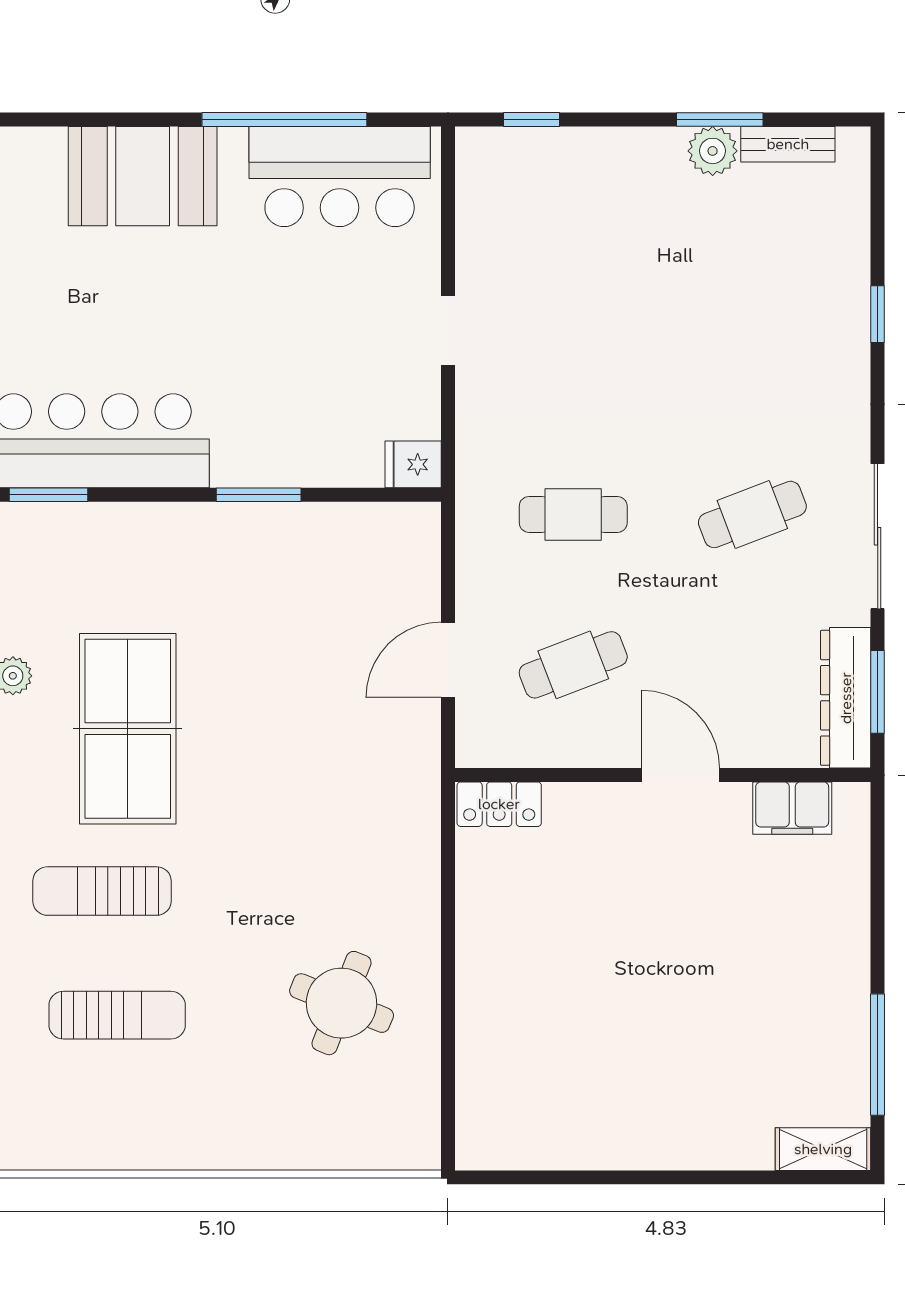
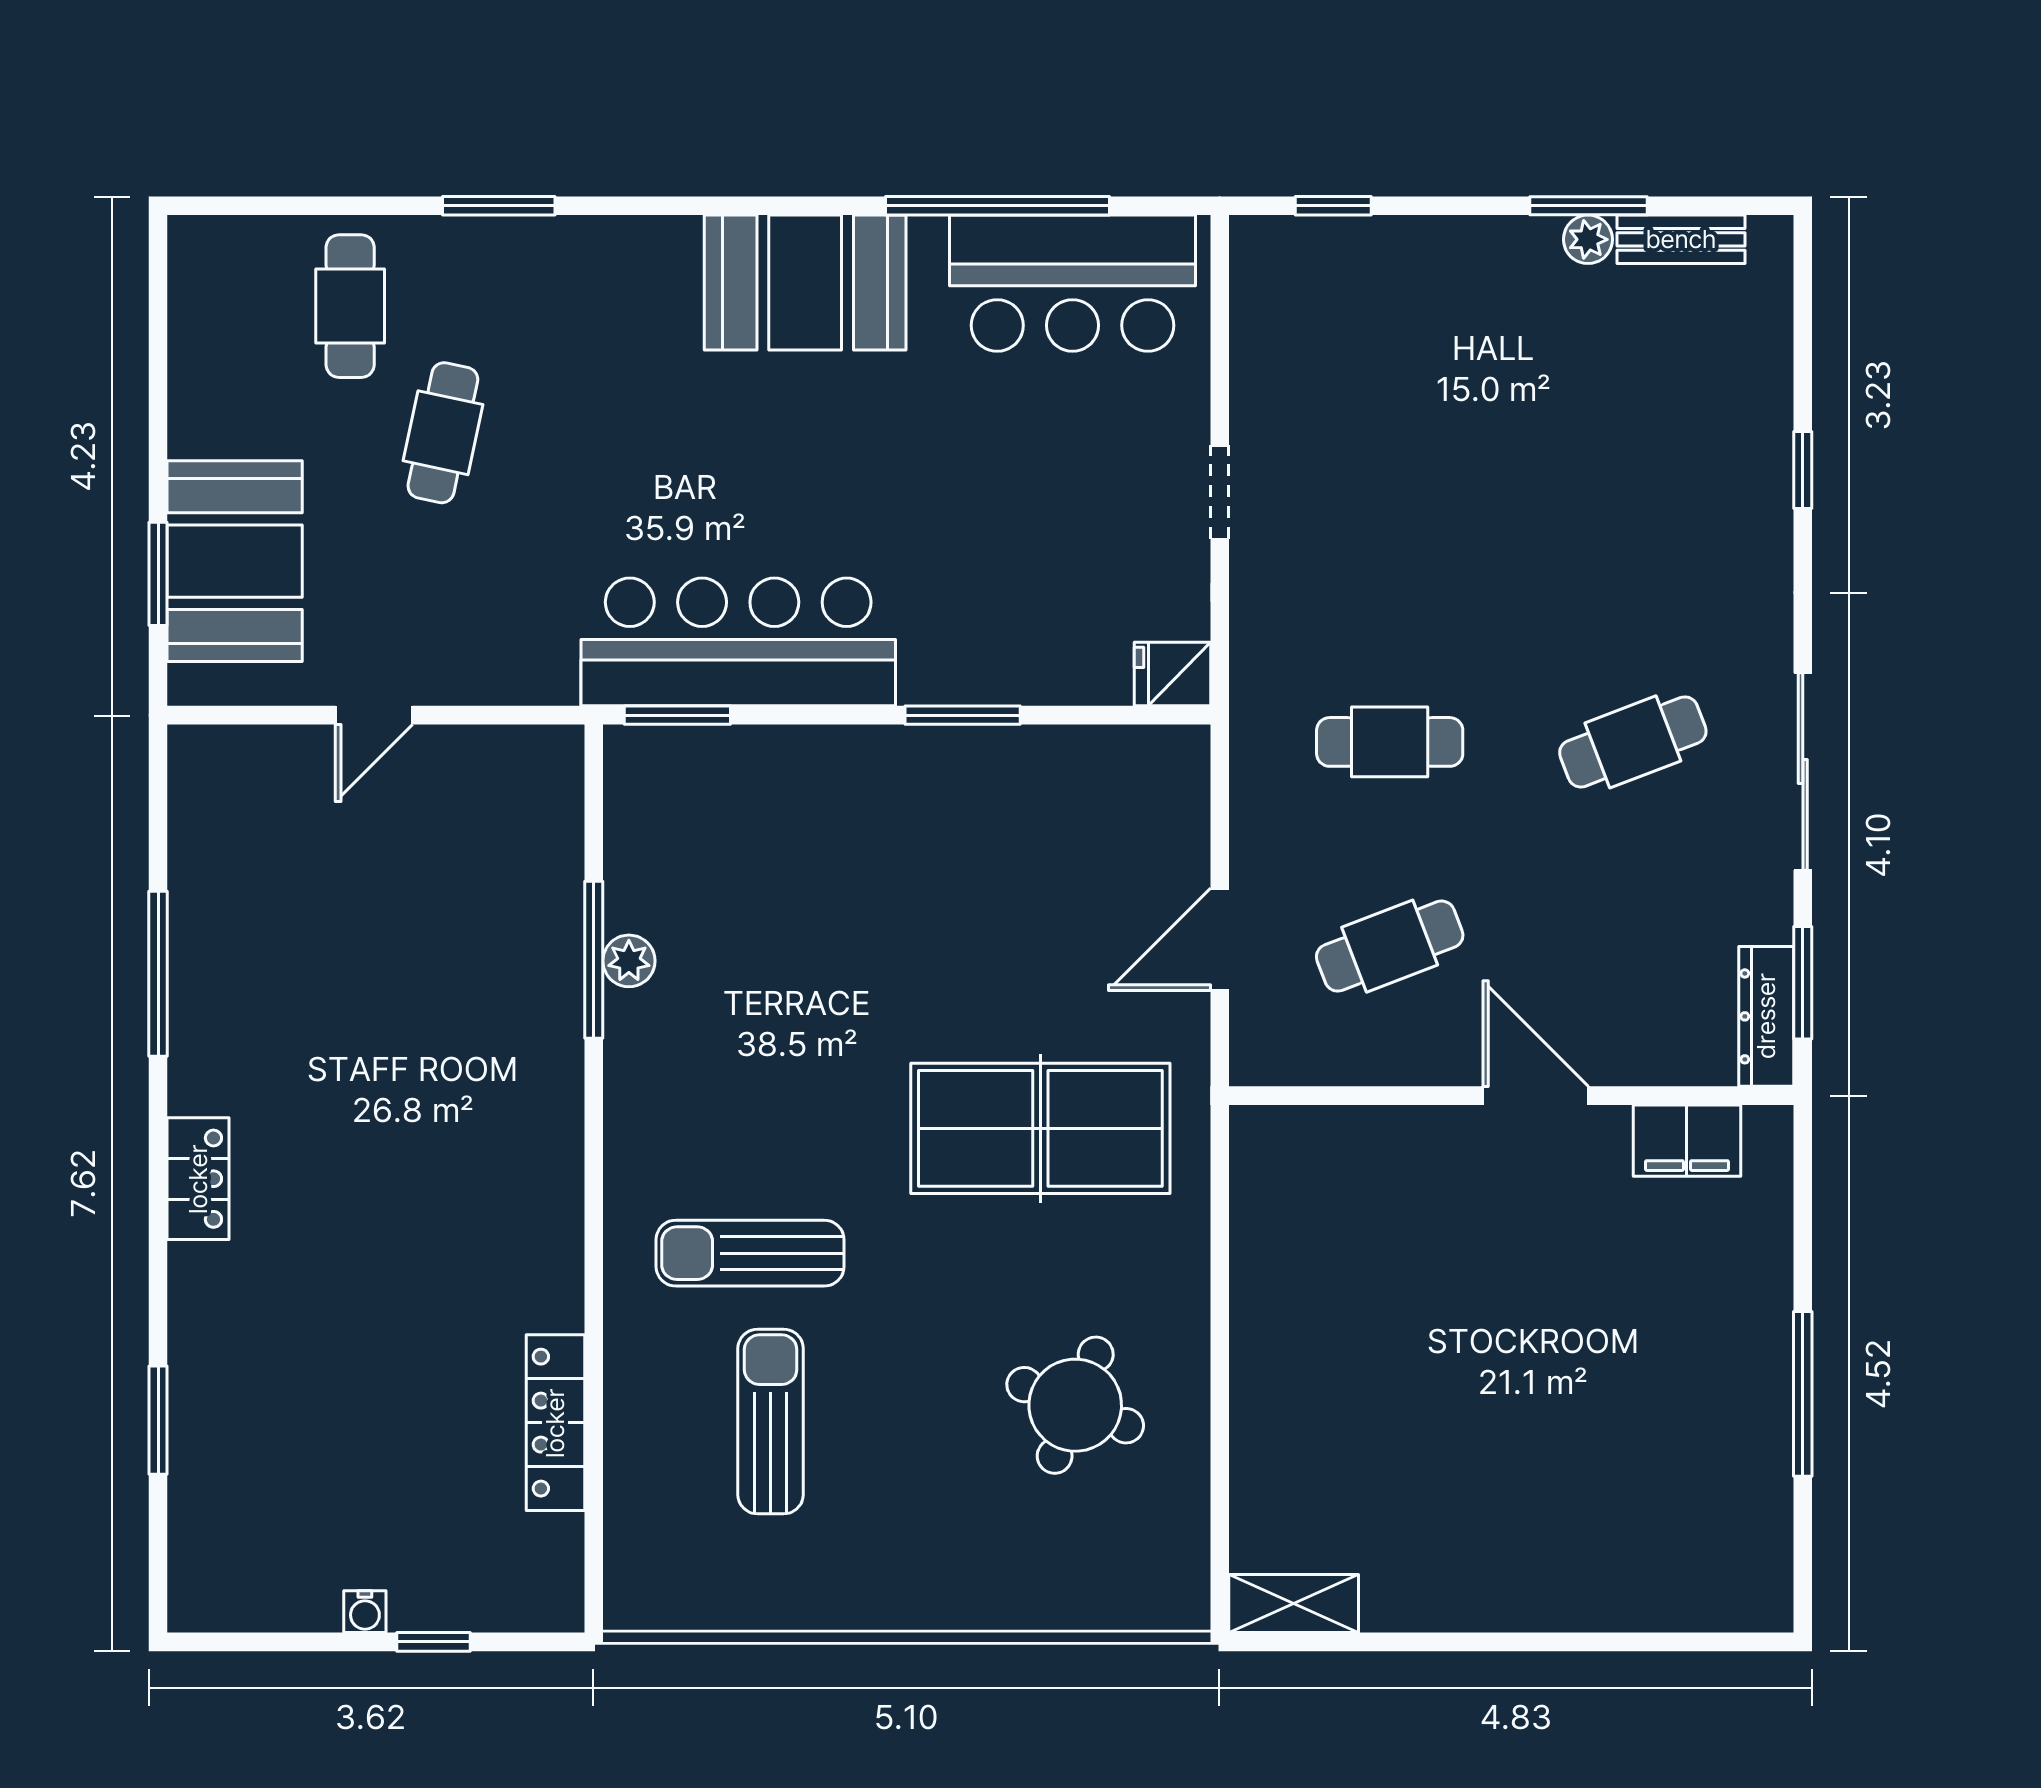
plant: (713, 151) -> (1588, 239), width x0.73, depth x0.73
dresser: (846, 698) -> (1766, 1016), width x0.73, depth x0.80
table tennis table: (128, 729) -> (1040, 1128), moved, turned 90
locker: (499, 804) -> (1289, 1135), removed
sun lounger: (117, 1015) -> (771, 1422), turned -90
window: (878, 1055) -> (1803, 1394), moved
shelving: (823, 1149) -> (1294, 1604), moved

